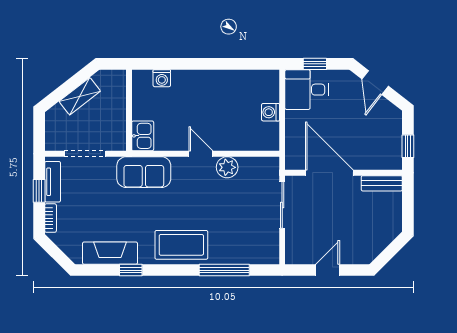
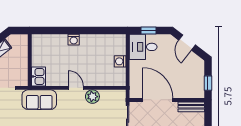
washing machine: (162, 78) -> (74, 40), moved

